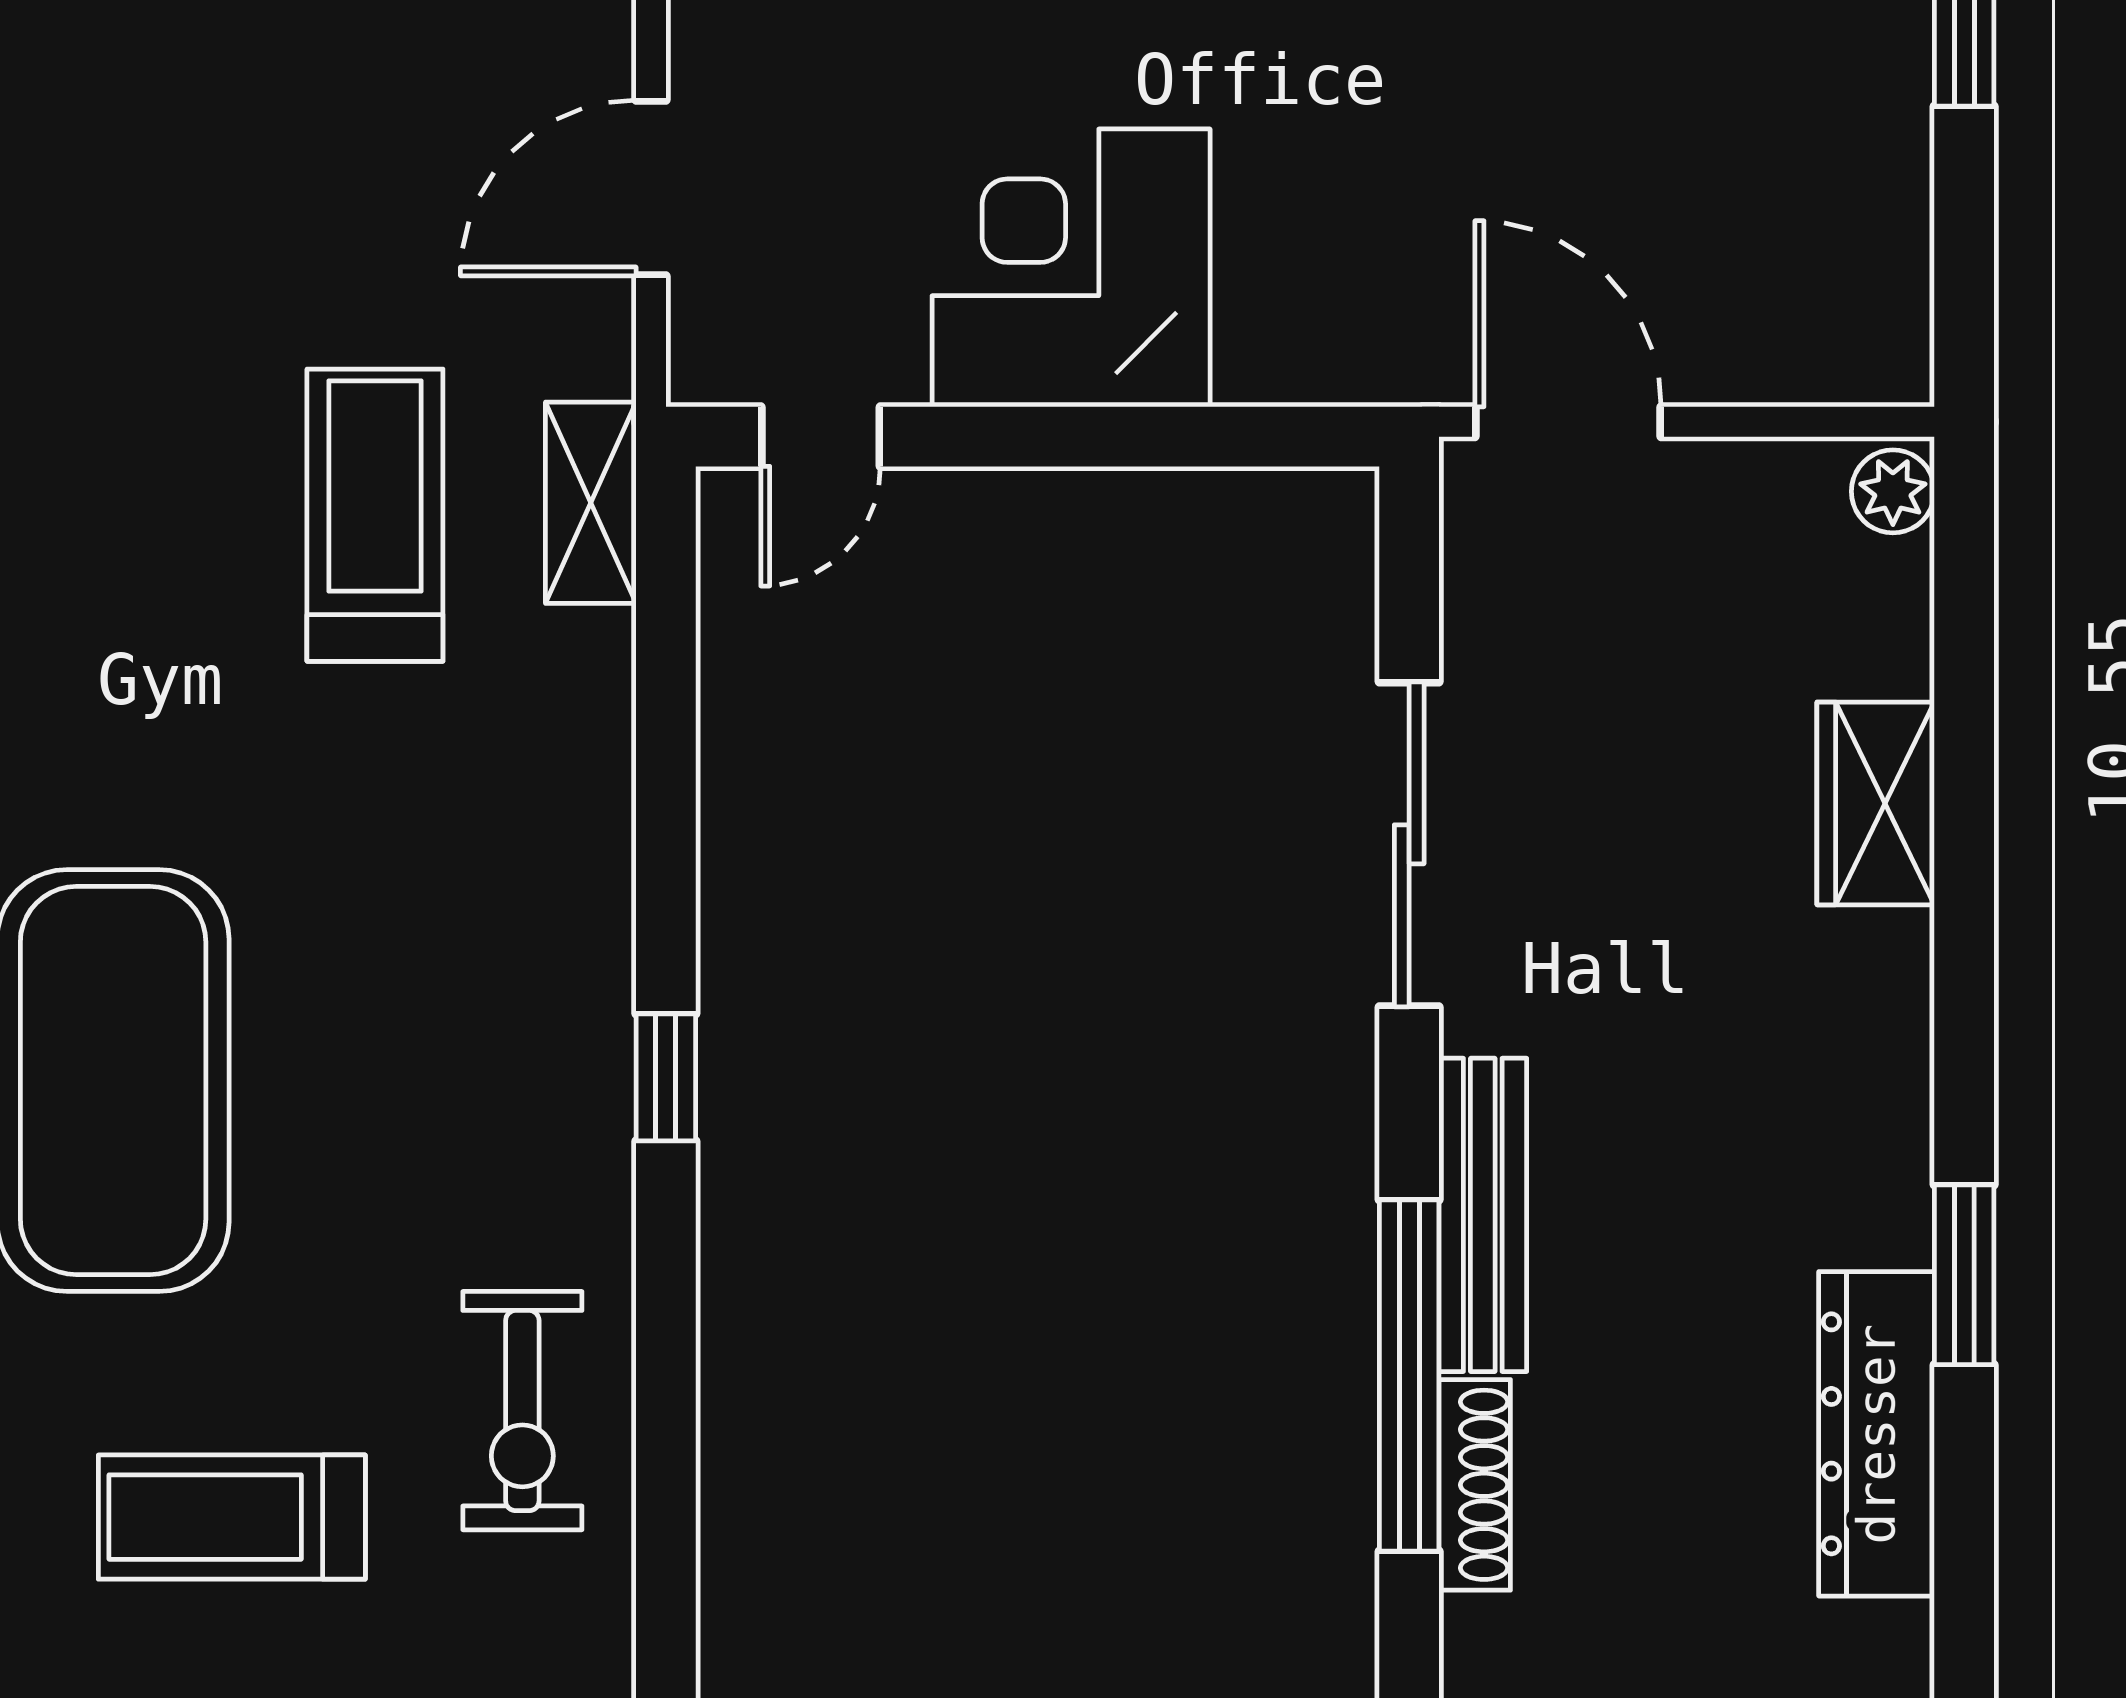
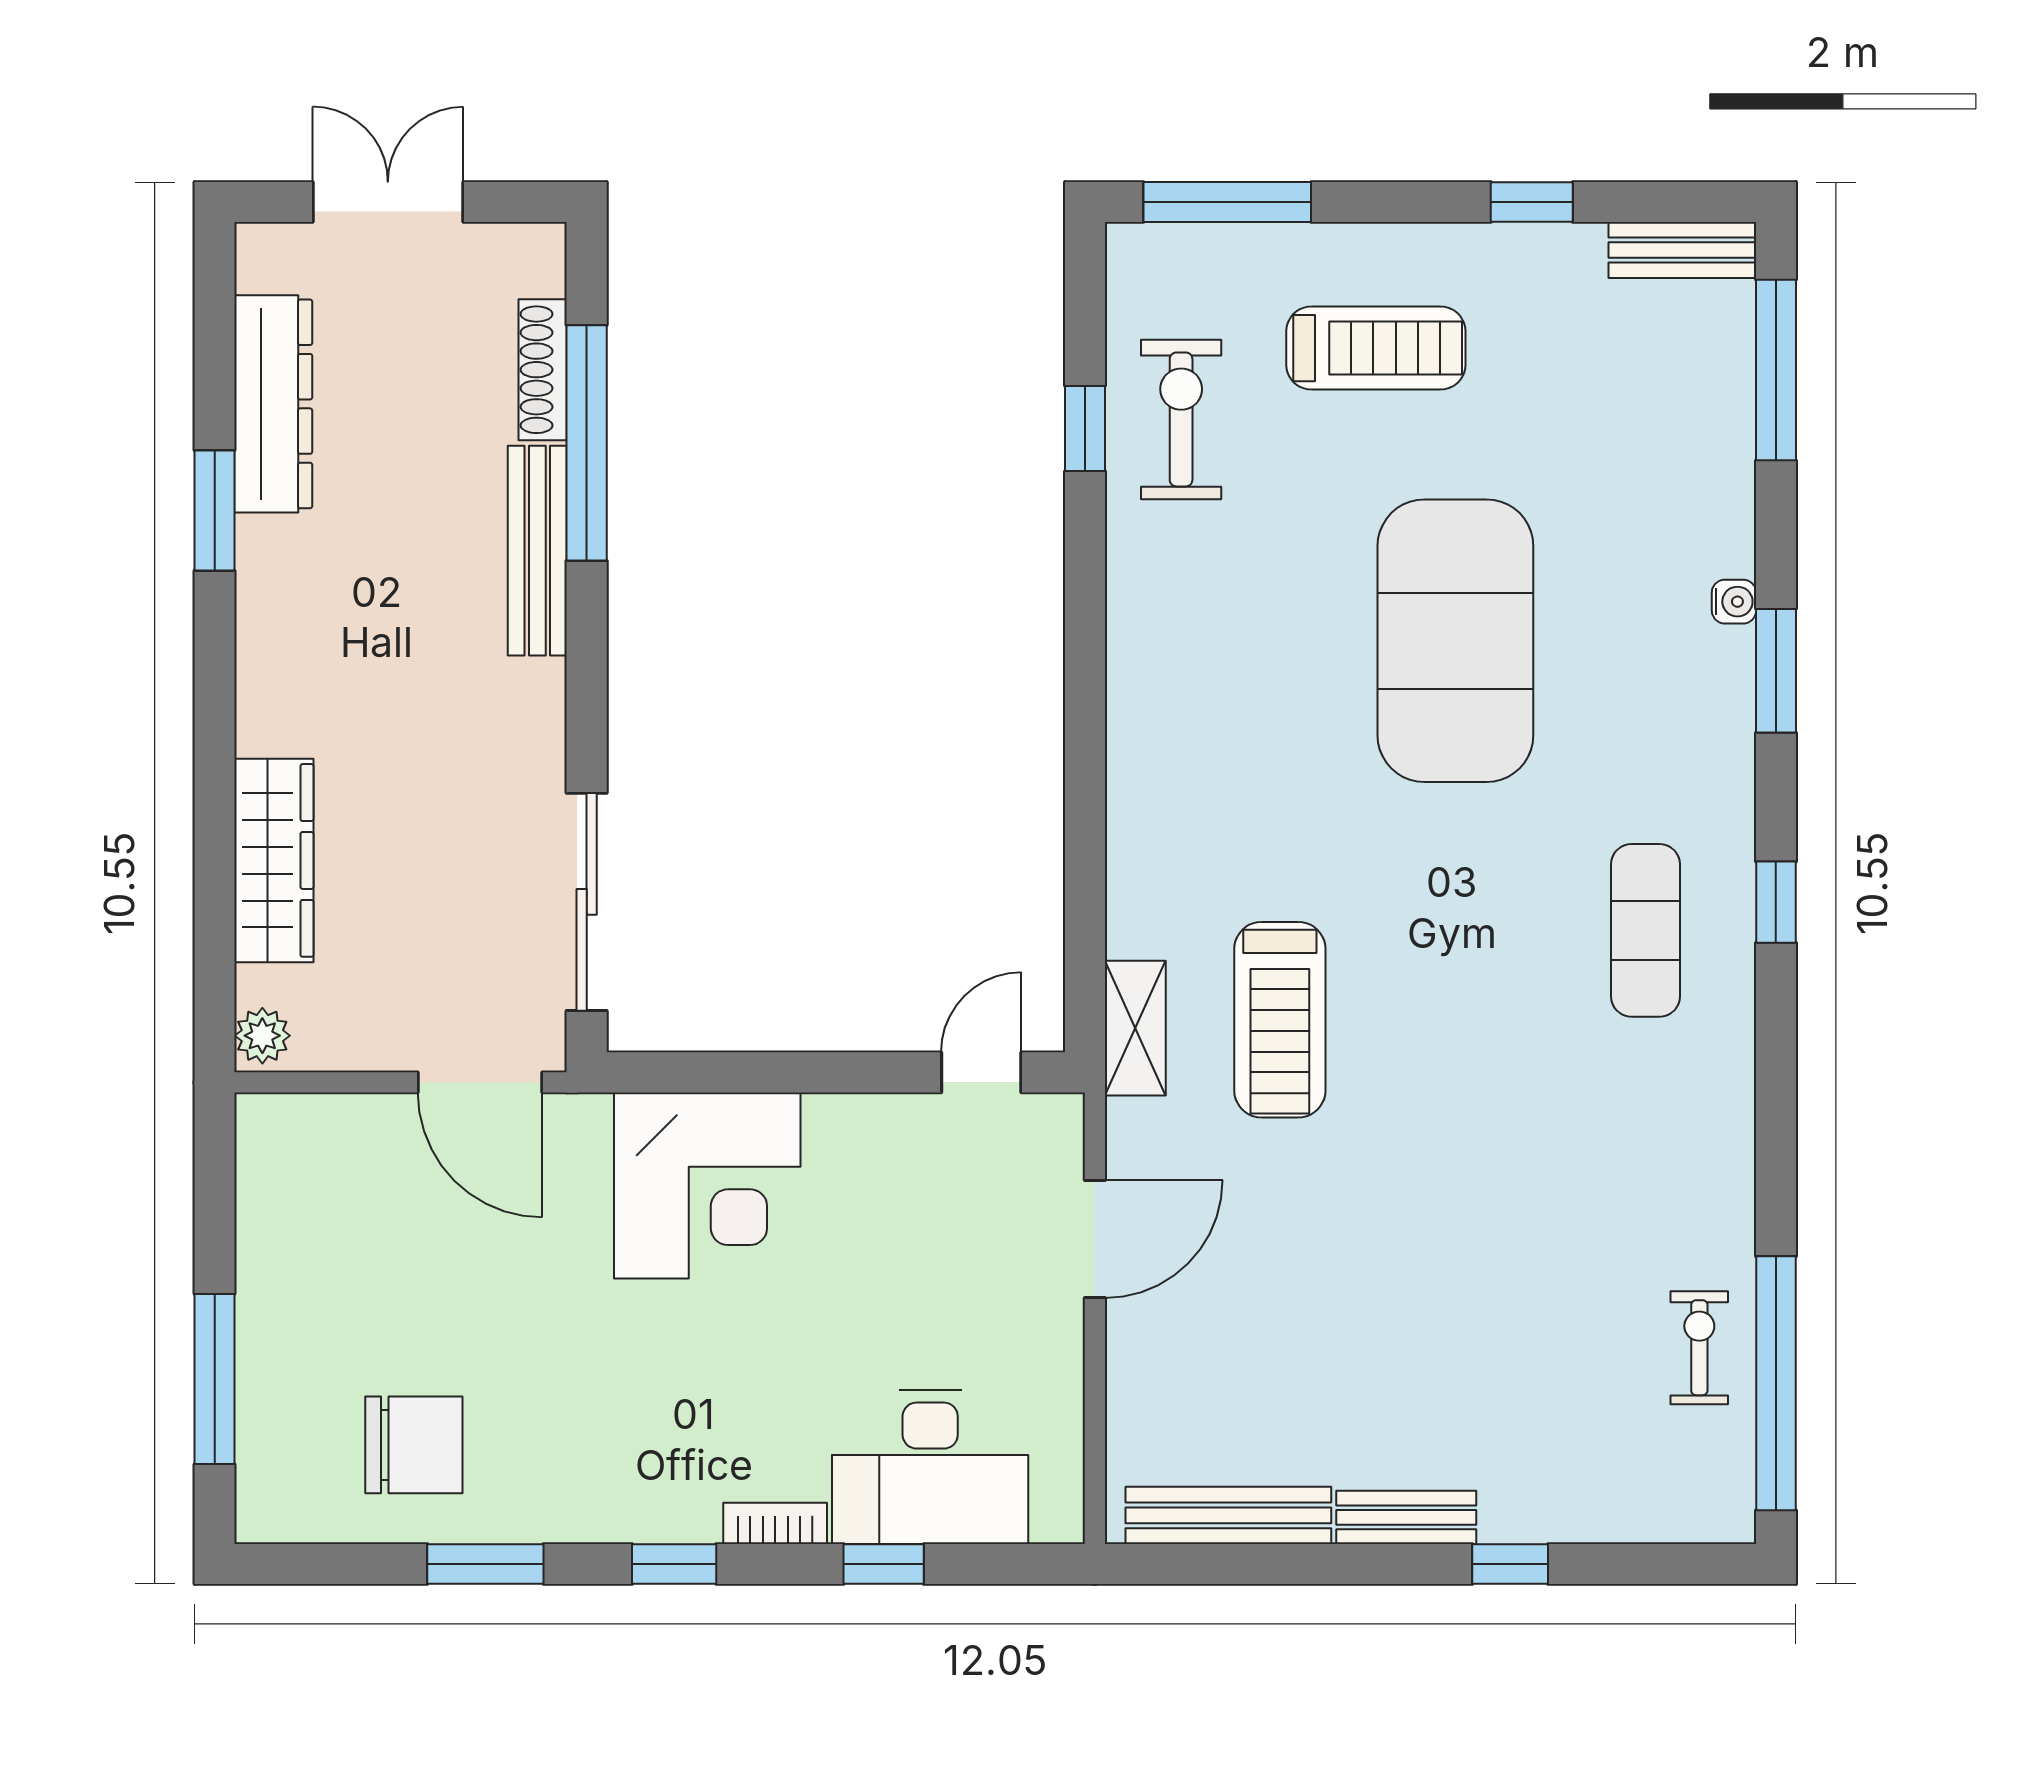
corner desk: (1071, 268) -> (707, 1185), moved
wardrobe: (1876, 803) -> (274, 860), width x1.50
sliding door: (1409, 844) -> (587, 902), moved
window: (666, 1077) -> (1085, 429), moved

